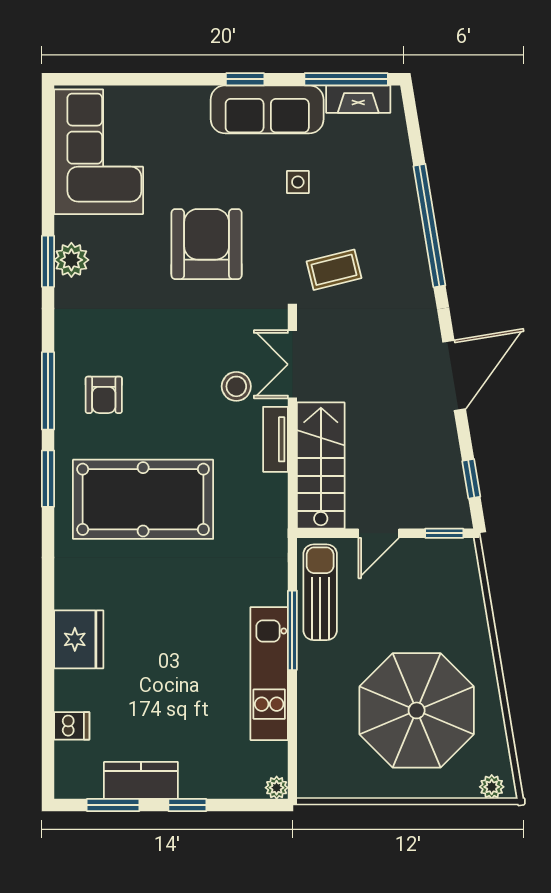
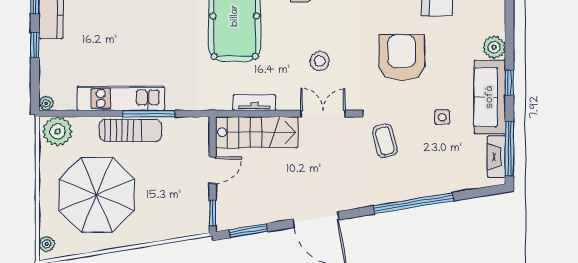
plant: (191, 103) -> (494, 47), added
armchair: (207, 244) -> (402, 58), turned -90
stool: (236, 386) -> (320, 61), moved
tv unit: (275, 439) -> (254, 103), moved
window: (471, 479) -> (248, 231), width x1.50
door: (379, 533) -> (213, 170), swing flipped
sun lounger: (320, 592) -> (130, 130), moved
plant: (320, 770) -> (58, 131), added

